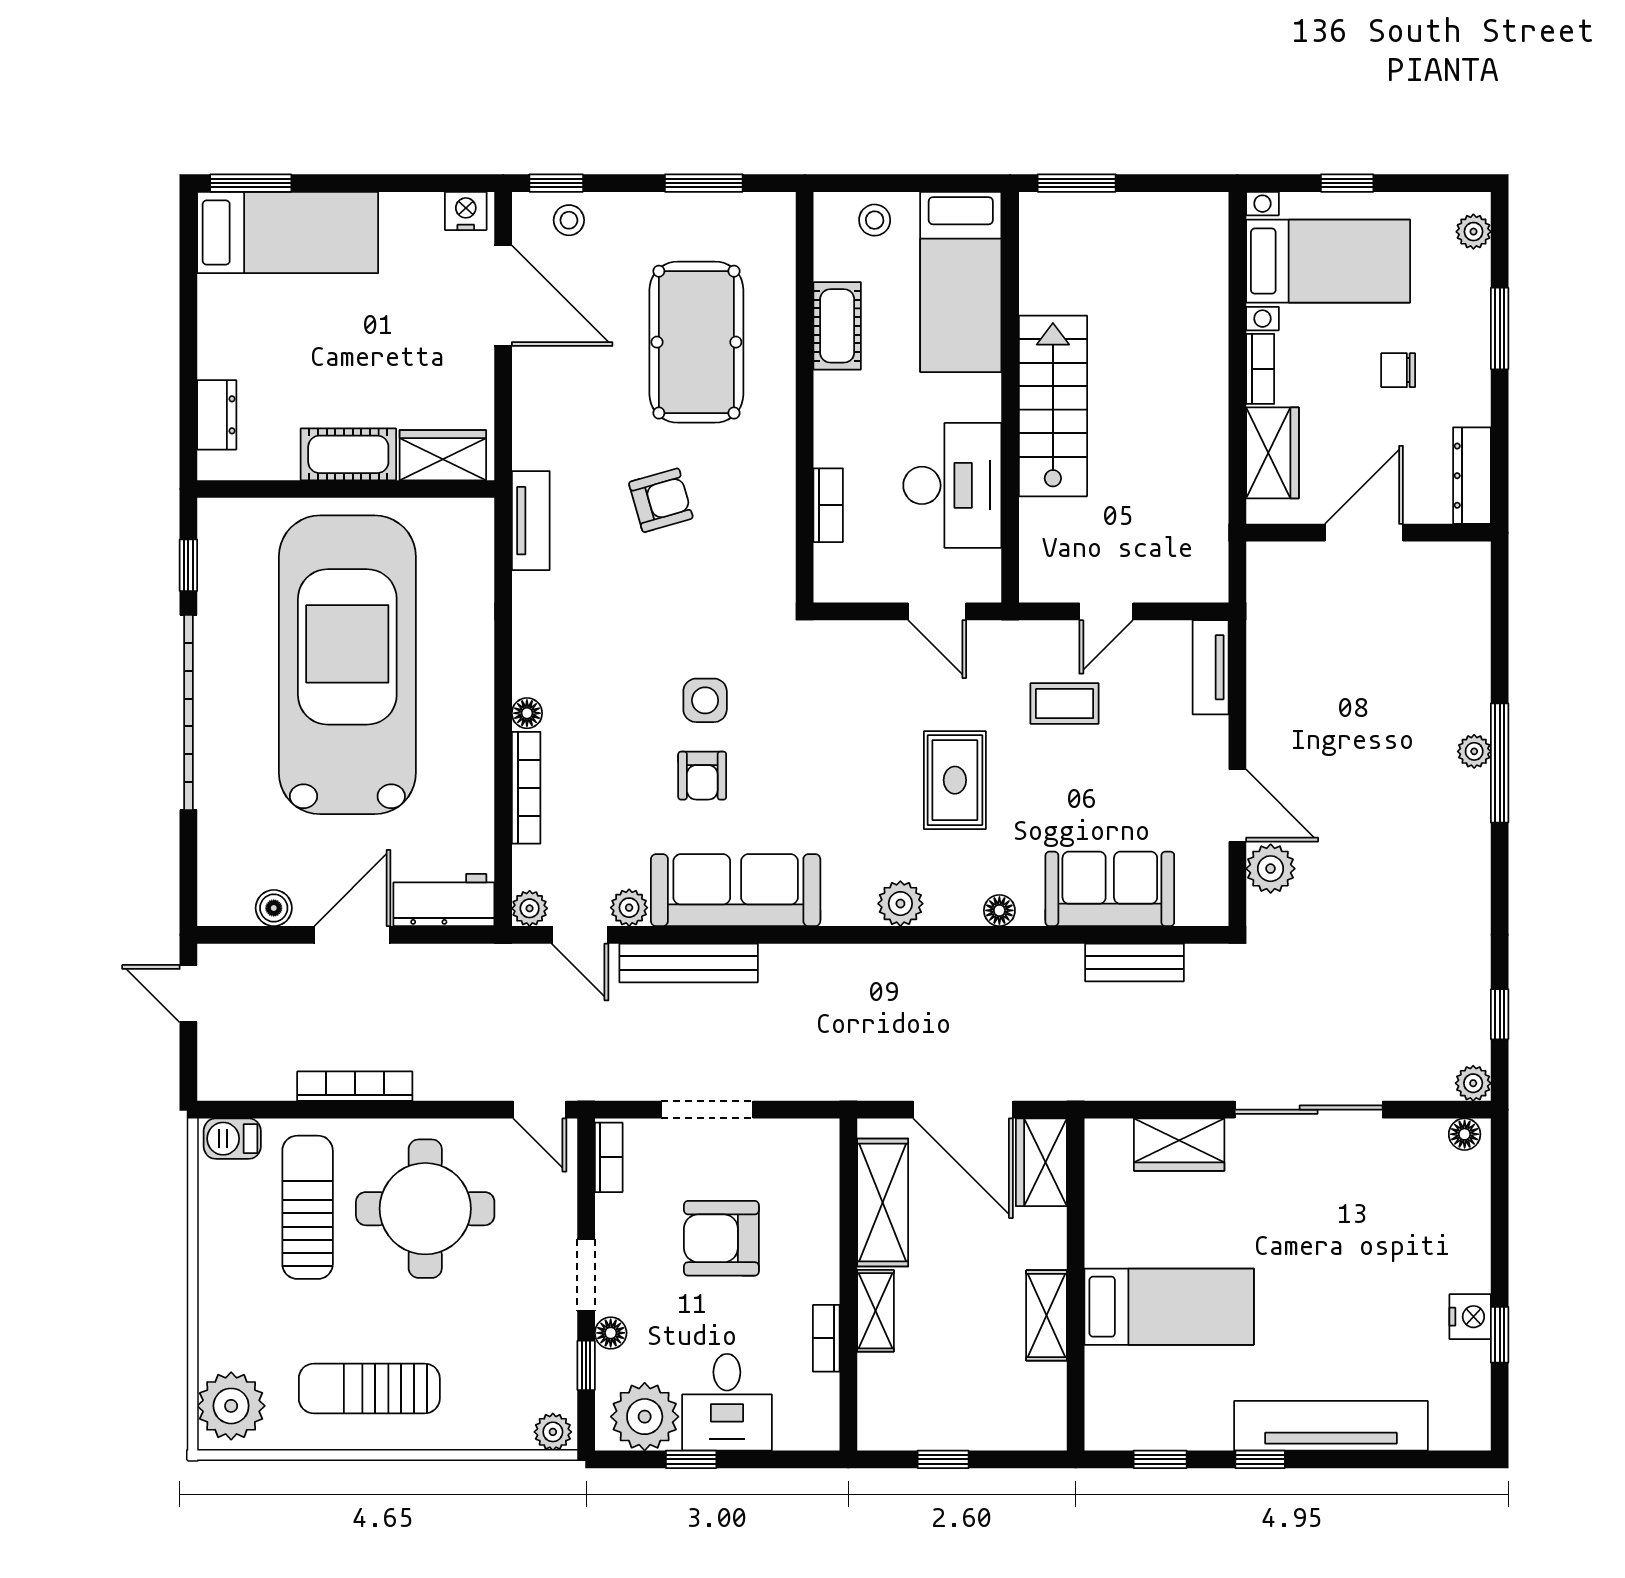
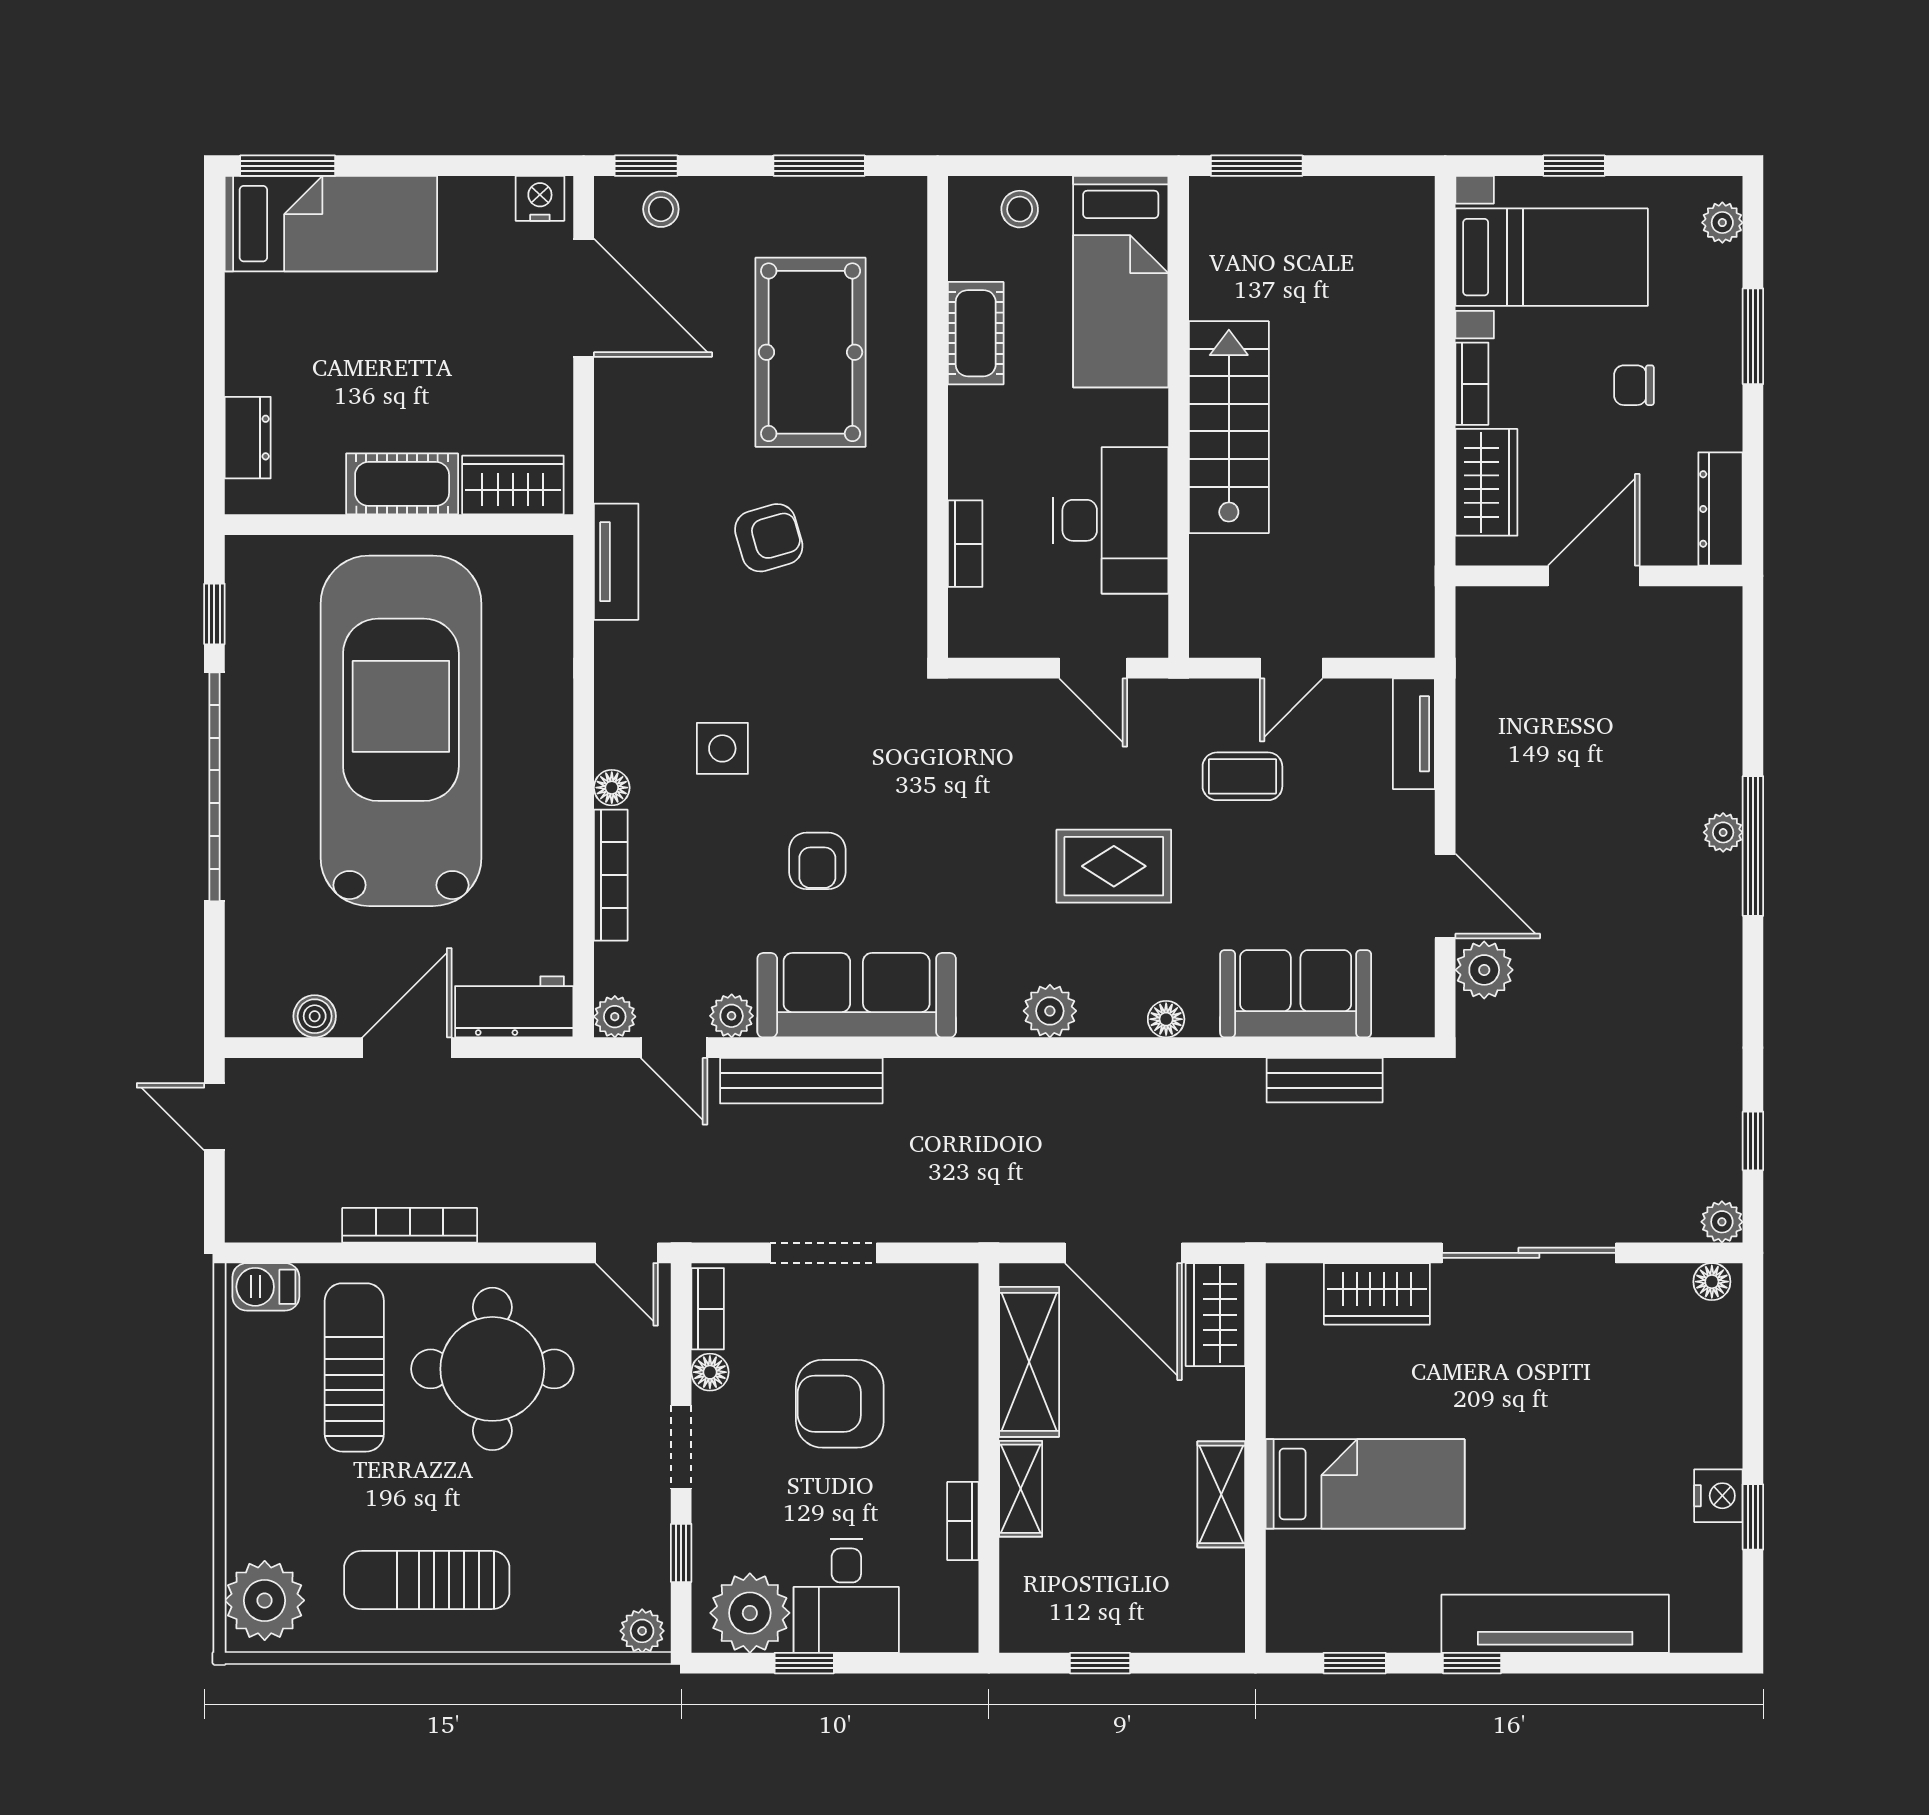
side table: (705, 700) -> (722, 748), moved
rug: (955, 780) -> (1114, 866), turned 90
floor lamp: (611, 1333) -> (710, 1372), moved

